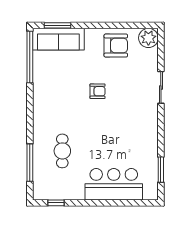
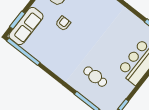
armchair: (97, 91) -> (63, 23), moved

